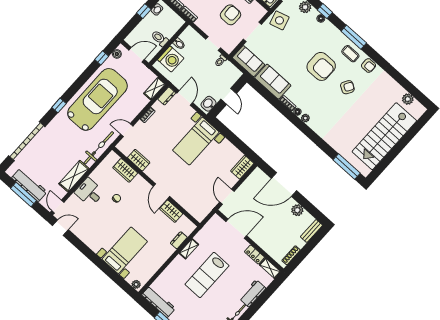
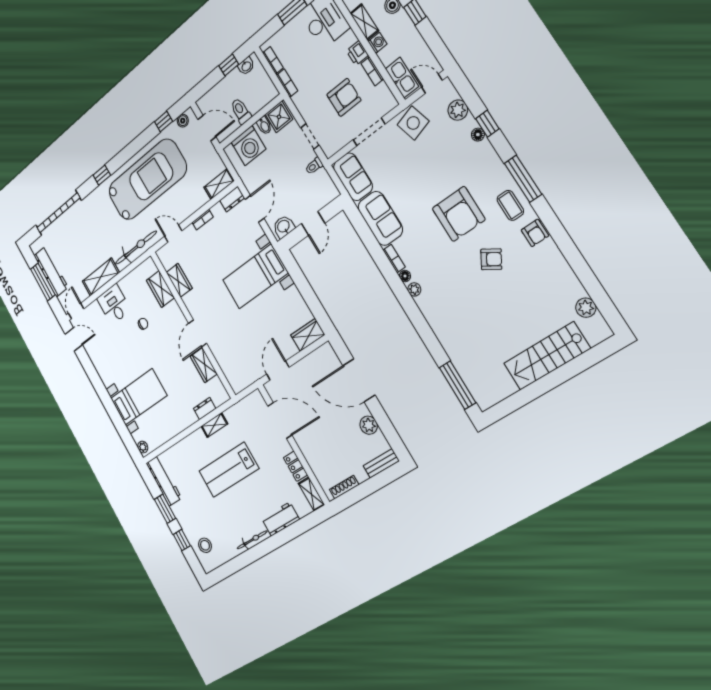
shower: (188, 36) -> (279, 117), added
stairs: (384, 136) -> (547, 356), width x0.73, depth x0.66

